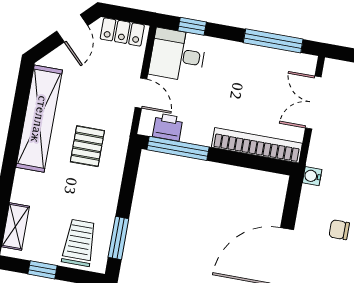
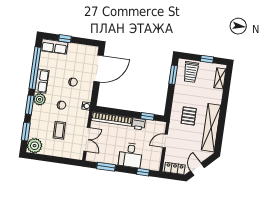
window: (273, 41) -> (106, 167), width x0.69
desk: (178, 55) -> (130, 155), moved, turned 90
door: (141, 93) -> (165, 141), hinge flipped
printer: (168, 127) -> (138, 124), moved
window: (178, 148) -> (147, 116), width x0.46

